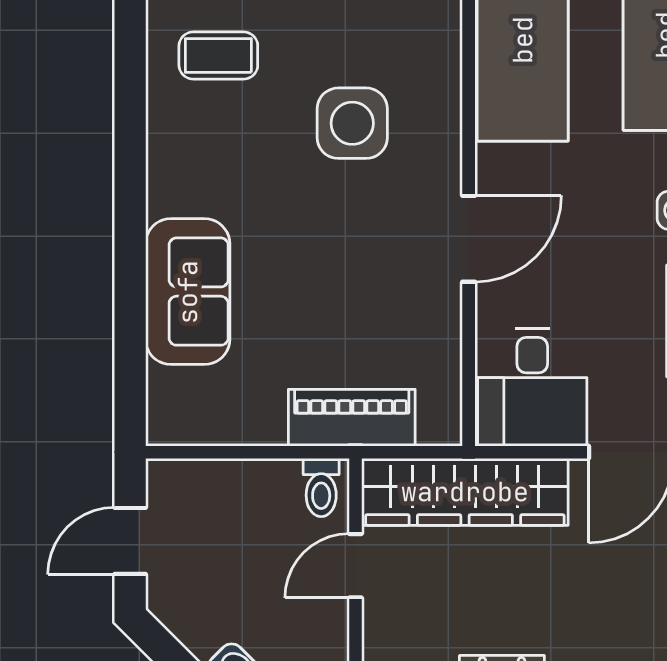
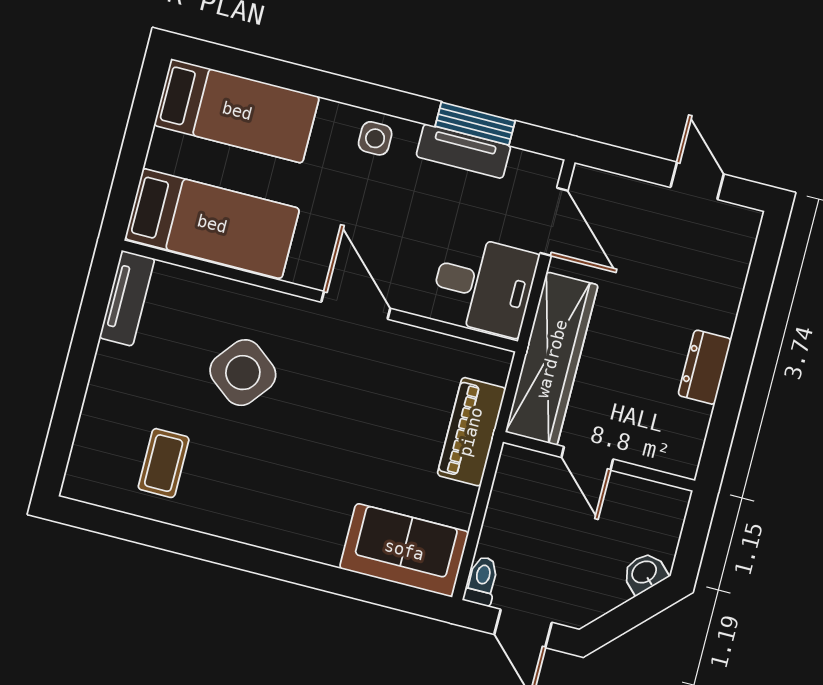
side table: (352, 123) -> (243, 373), turned 38
sofa: (188, 292) -> (404, 550), moved
toilet: (321, 488) -> (482, 581), moved, turned -90

